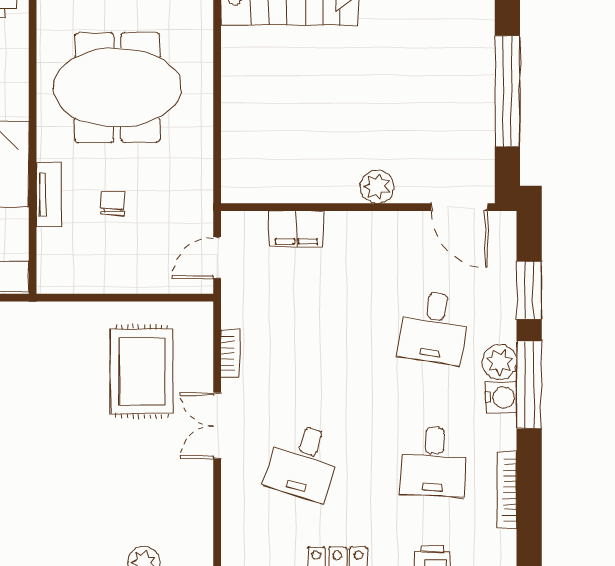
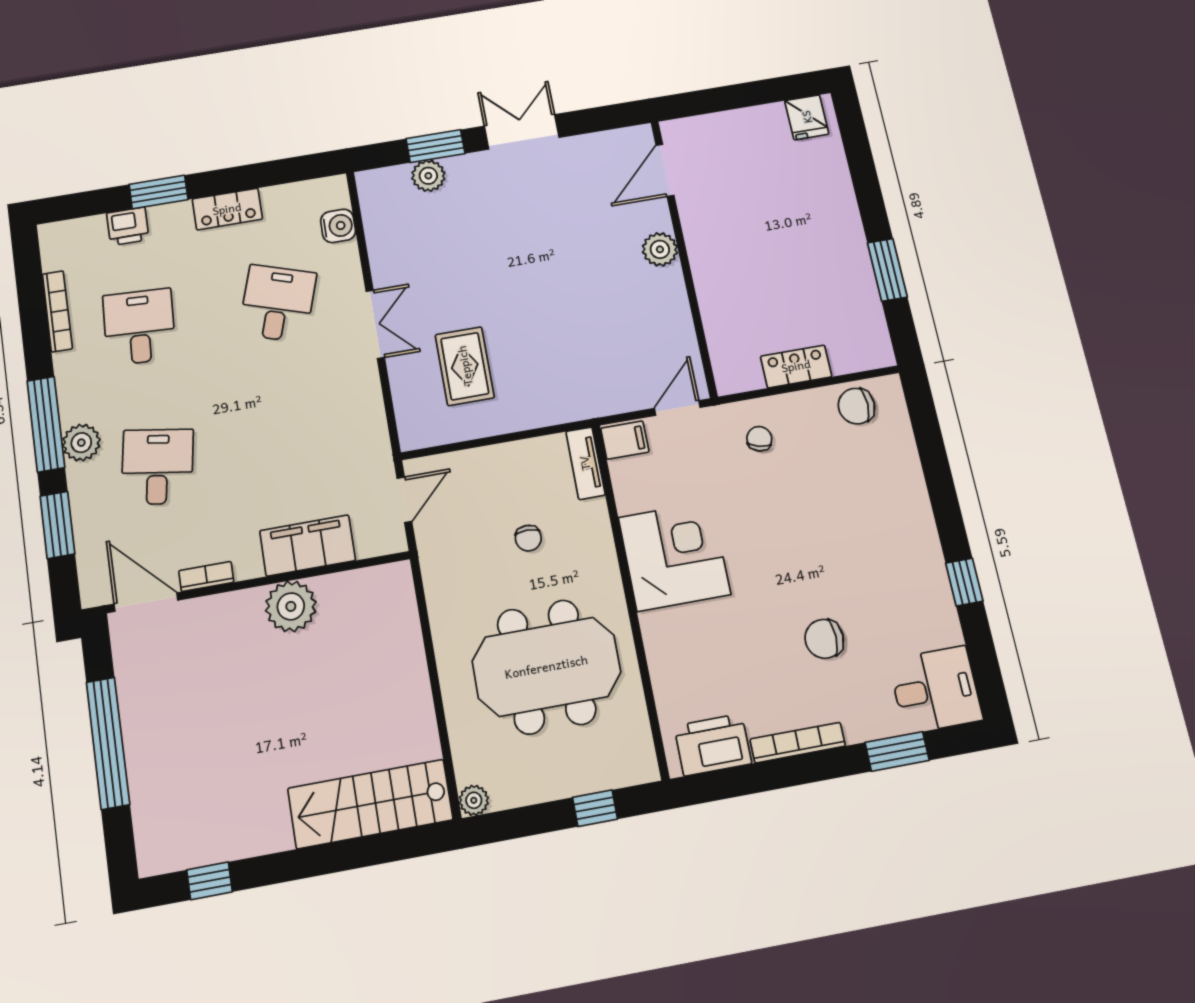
plant: (377, 187) -> (291, 606), moved, width x1.36, depth x1.36
tv unit: (49, 195) -> (585, 463), moved
filing cabinet: (296, 229) -> (308, 546), width x1.50, depth x1.17
bookcase: (230, 353) -> (206, 576), moved, turned 90
rug: (142, 371) -> (465, 366), width x0.73, depth x0.70
water cooler: (501, 397) -> (338, 226), moved, turned 180

